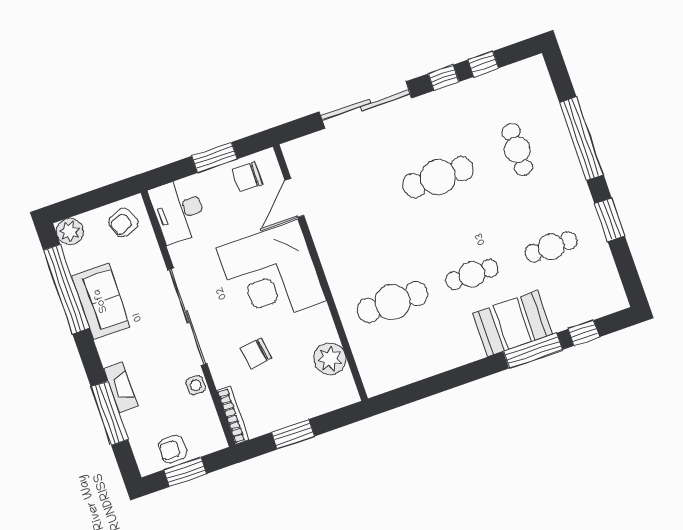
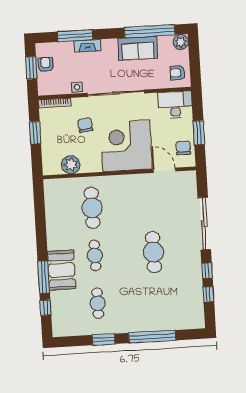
cafe table: (517, 150) -> (156, 300), removed
armchair: (123, 222) -> (177, 73), turned -68

